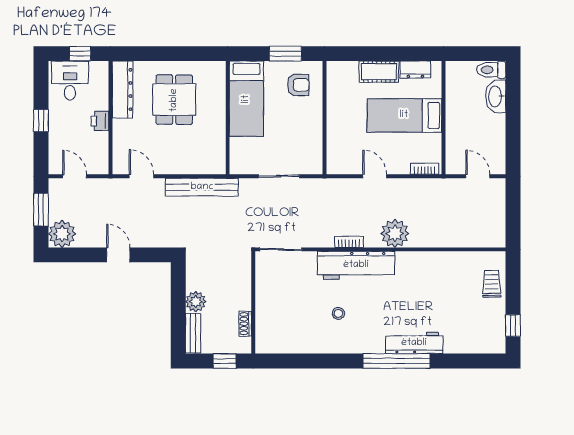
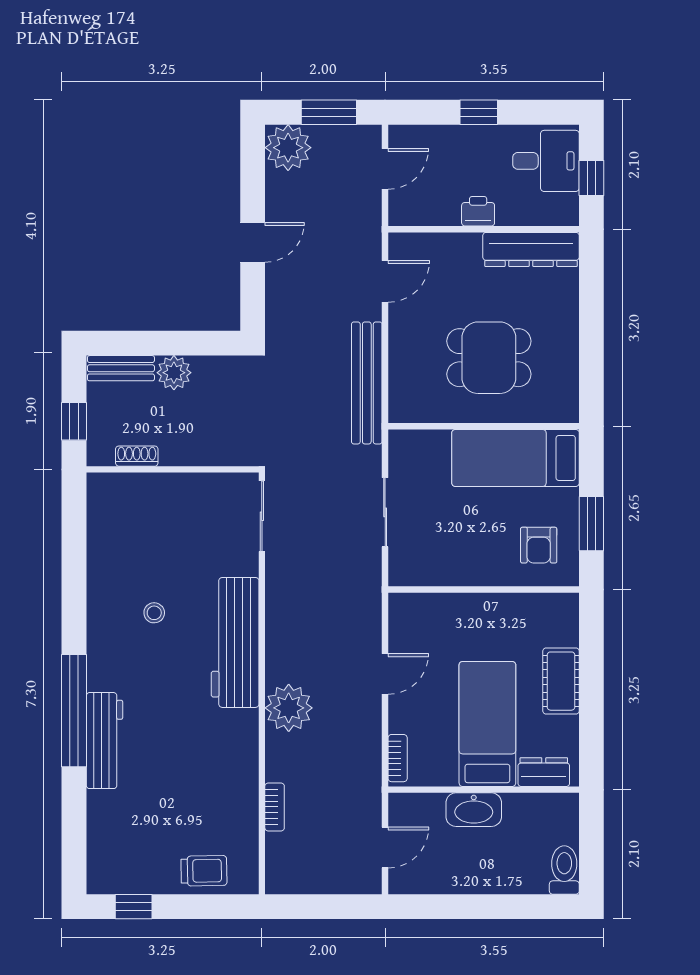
dresser: (415, 70) -> (544, 772), moved, turned 90
washbasin: (496, 96) -> (474, 810), moved, turned 180
dining table: (174, 100) -> (489, 358), moved
bookcase: (349, 242) -> (275, 807), moved

